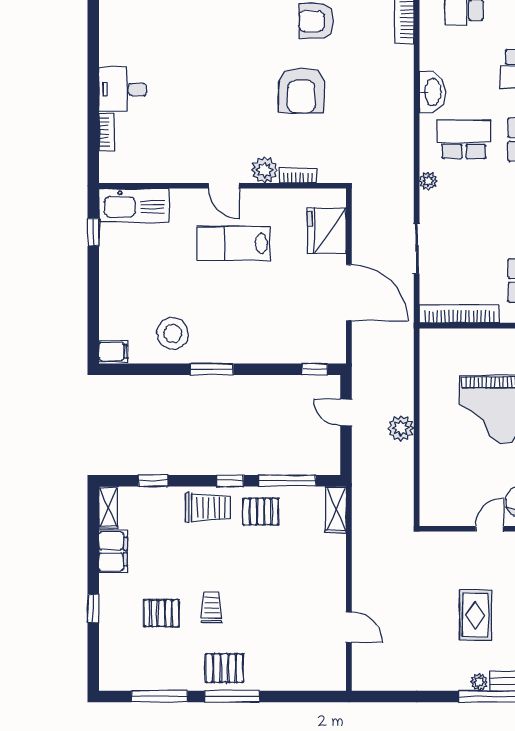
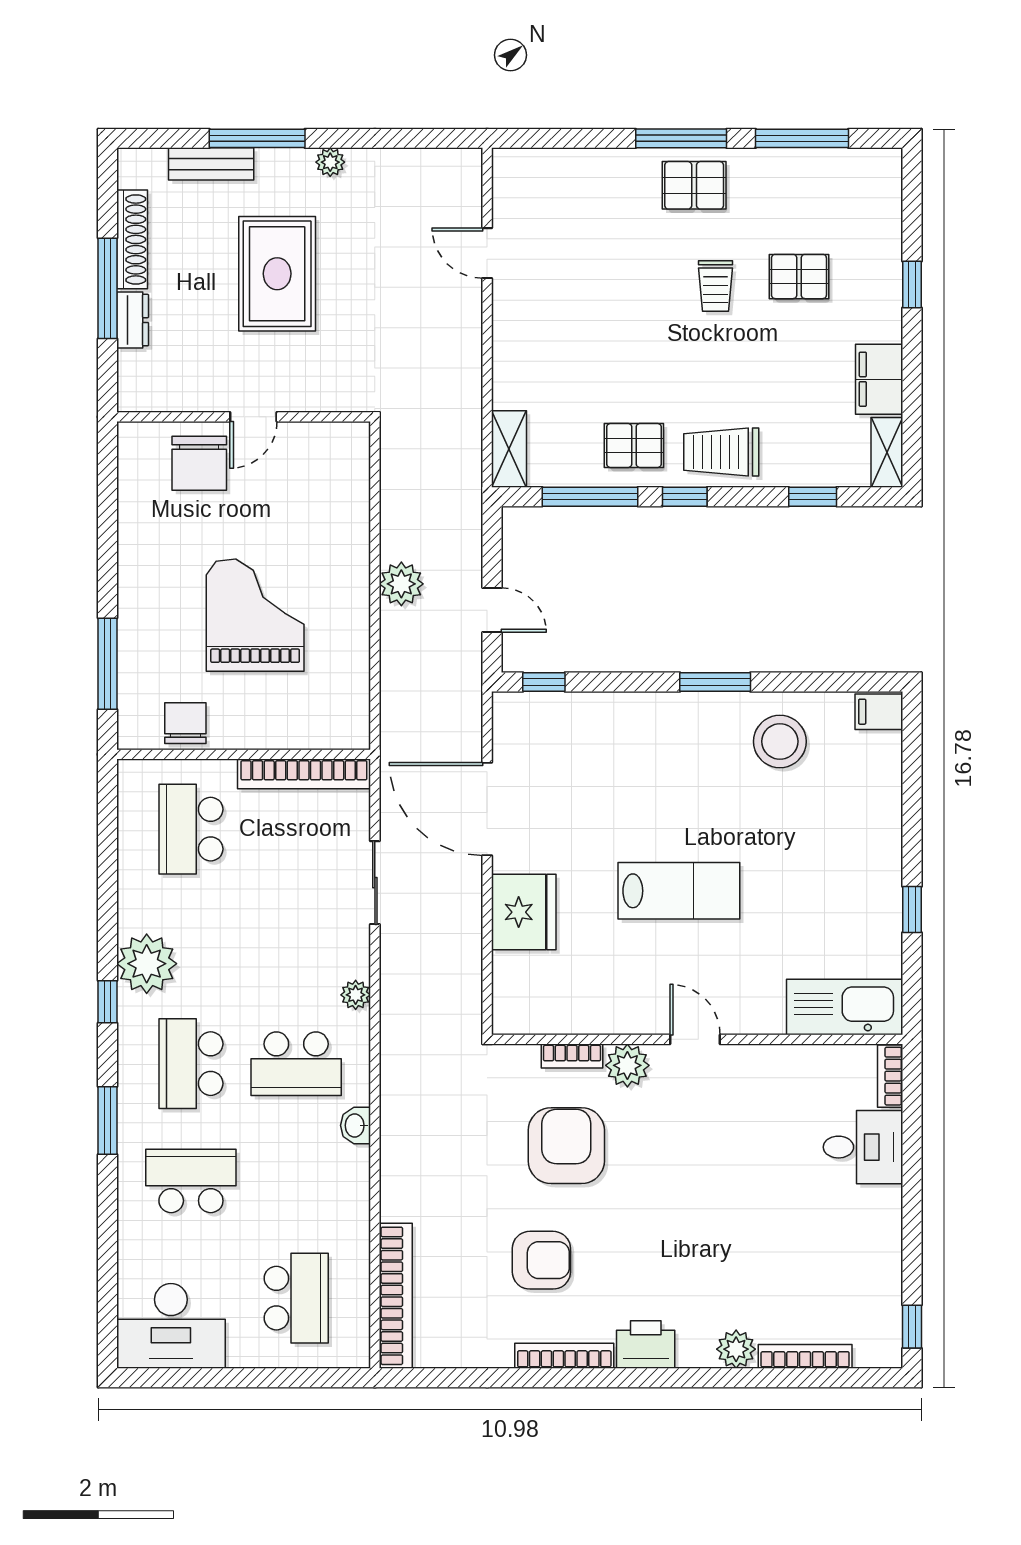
washbasin: (432, 92) -> (355, 1125), width x0.52, depth x0.69
plant: (265, 170) -> (627, 1065), moved
bookcase: (298, 176) -> (572, 1056), moved
wall: (223, 186) -> (697, 1039), moved
door: (224, 186) -> (695, 1039), moved
kitchen sink: (134, 205) -> (845, 1007), moved
rug: (475, 615) -> (277, 274), width x1.36, depth x1.43
plant: (479, 682) -> (330, 162), moved

